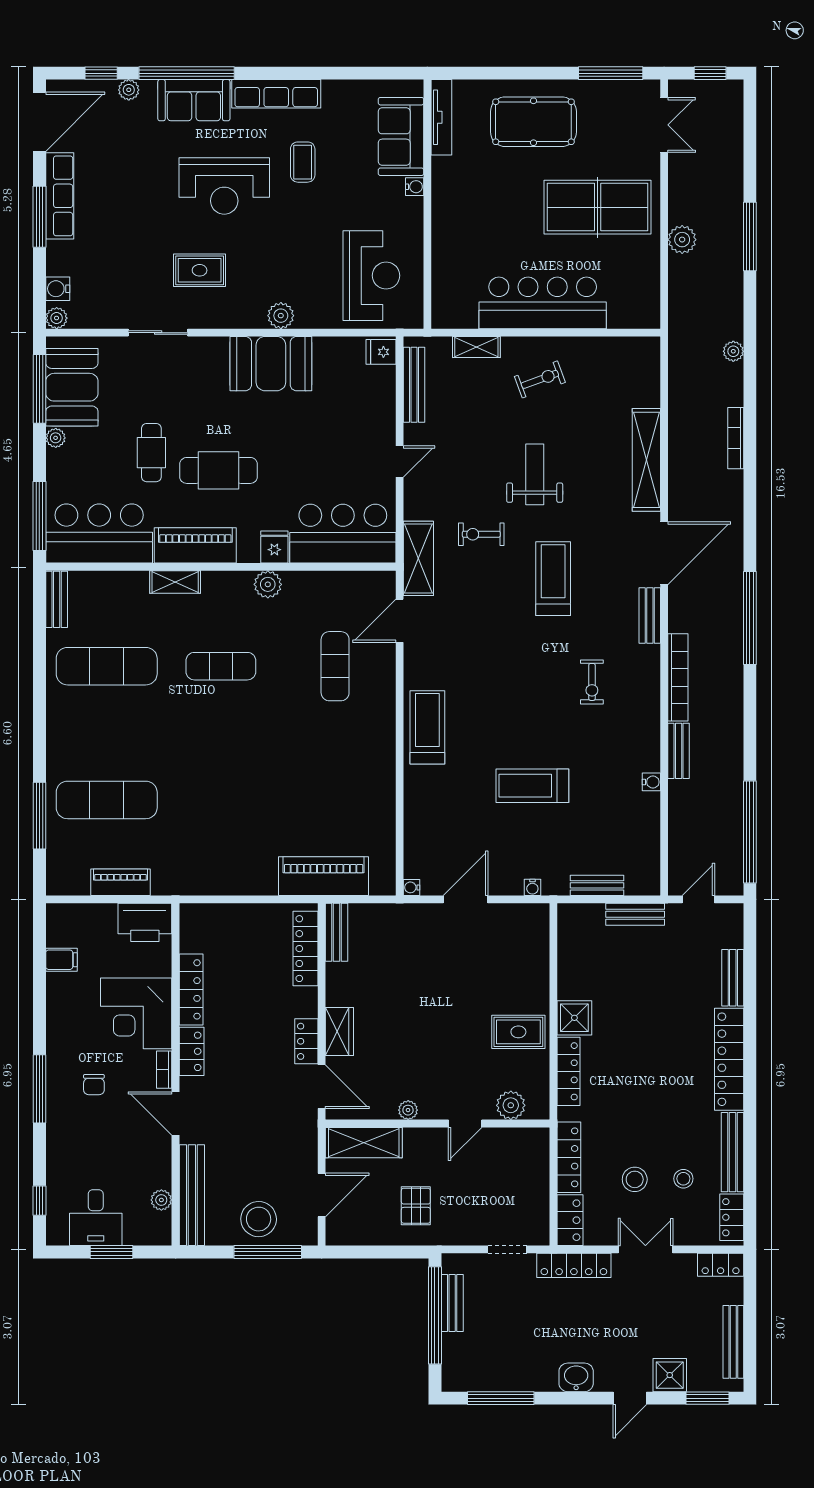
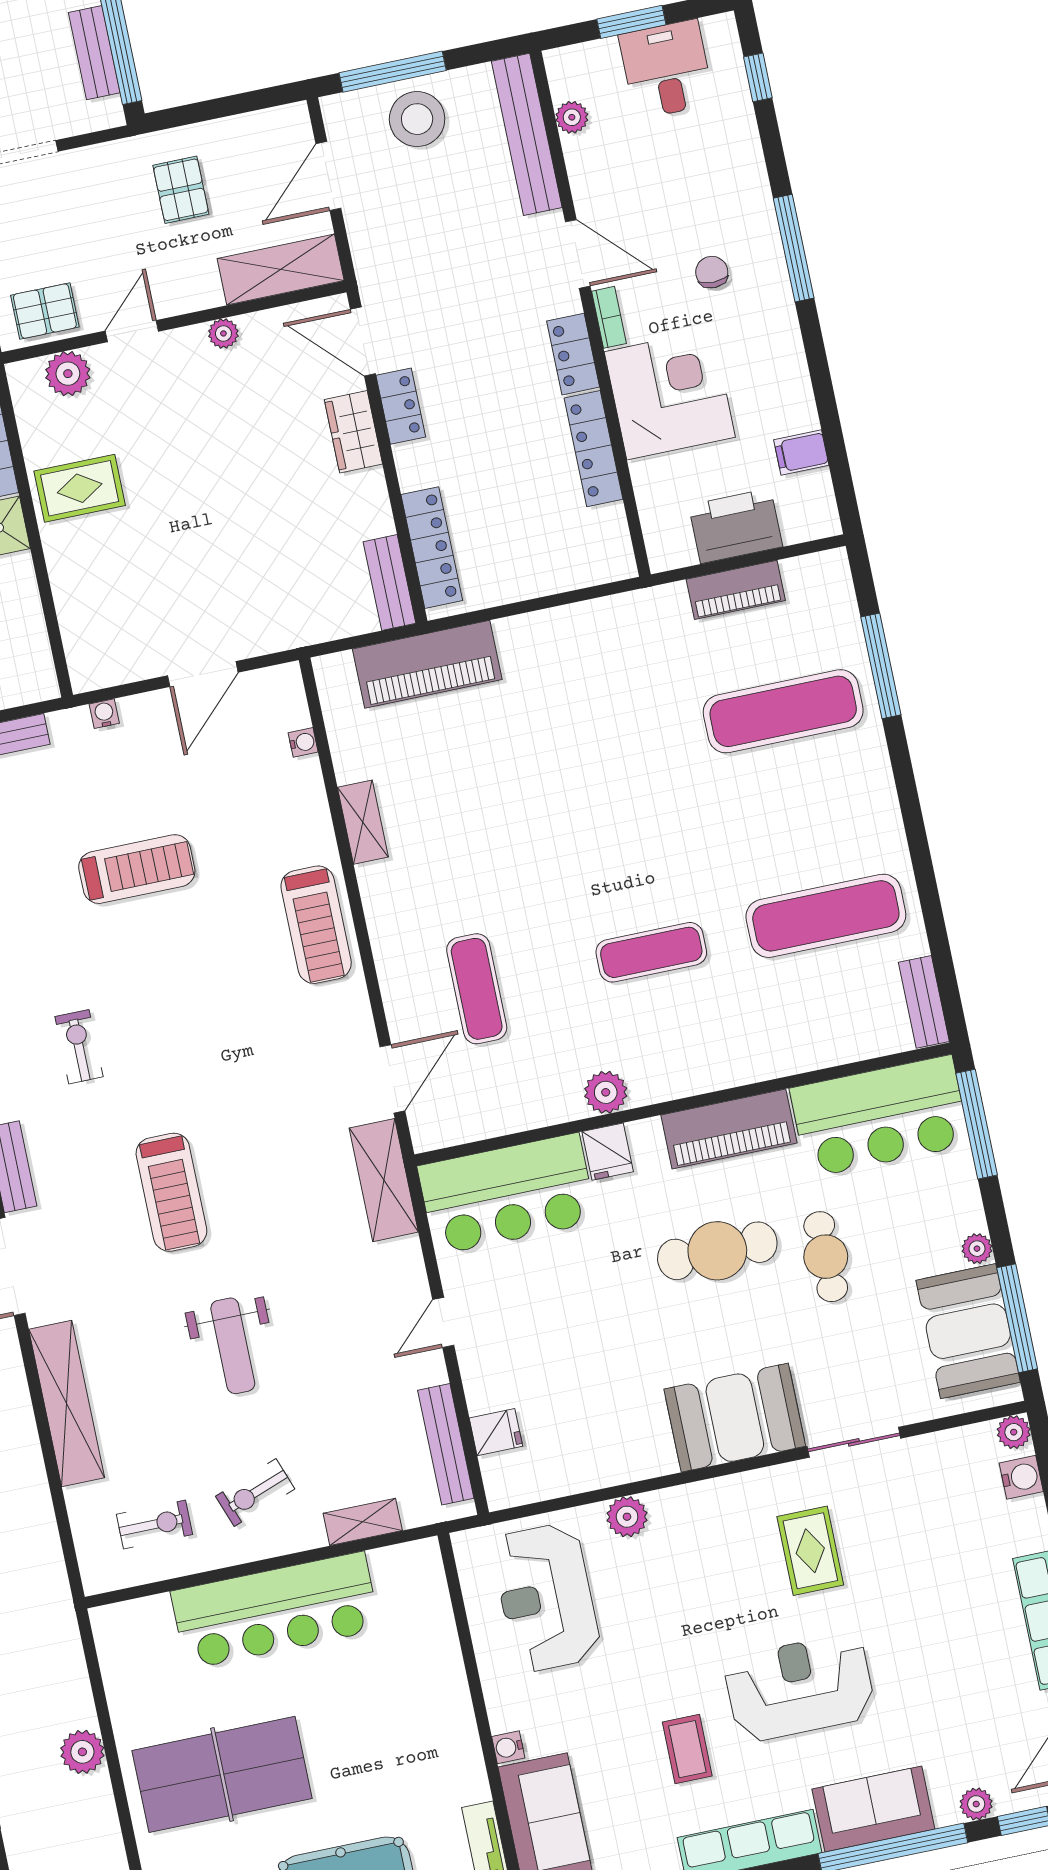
rug: (200, 270) -> (810, 1551), turned 90
plant: (281, 316) -> (627, 1517), moved
fridge: (381, 352) -> (496, 1432), moved
booth: (271, 364) -> (735, 1418), moved
exercise bike: (481, 534) -> (155, 1524), moved
shelving: (175, 582) -> (363, 822), moved, turned 90
water cooler: (412, 887) -> (303, 742), moved
printer: (145, 922) -> (736, 526), moved
pallet: (517, 1147) -> (45, 311), added

